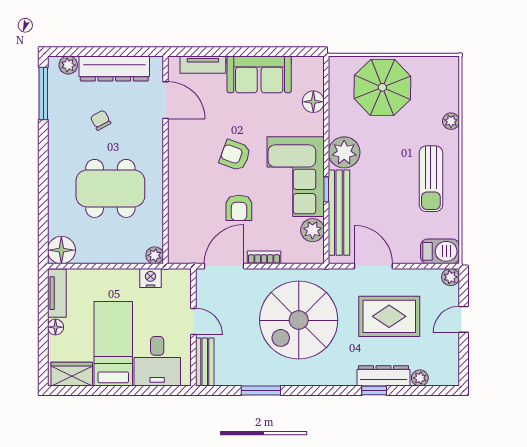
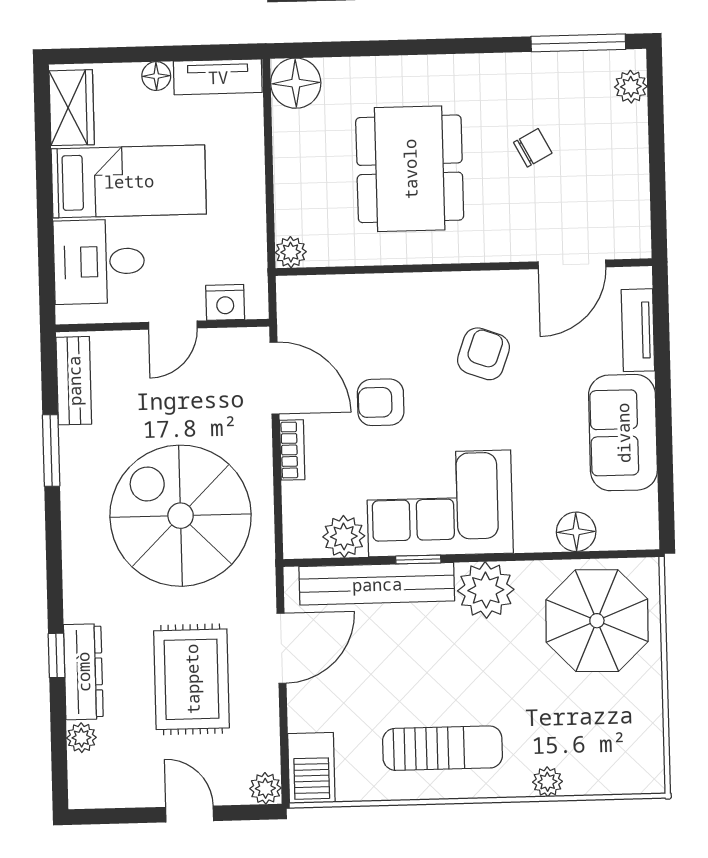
dresser: (114, 69) -> (627, 170), removed
parasol: (382, 87) -> (597, 621), moved
armchair: (235, 155) -> (483, 354), moved
sun lounger: (431, 179) -> (442, 748), turned 180
nightstand: (150, 278) -> (225, 302), moved, turned 90
bench: (205, 362) -> (74, 381), moved, turned 90

